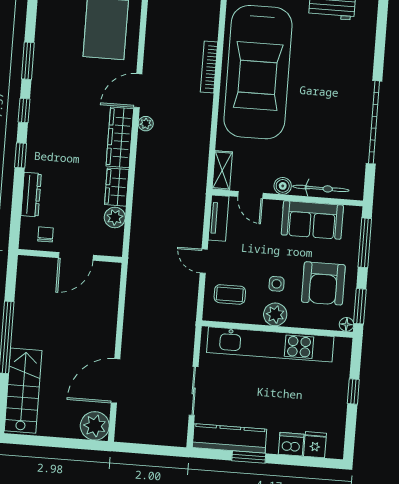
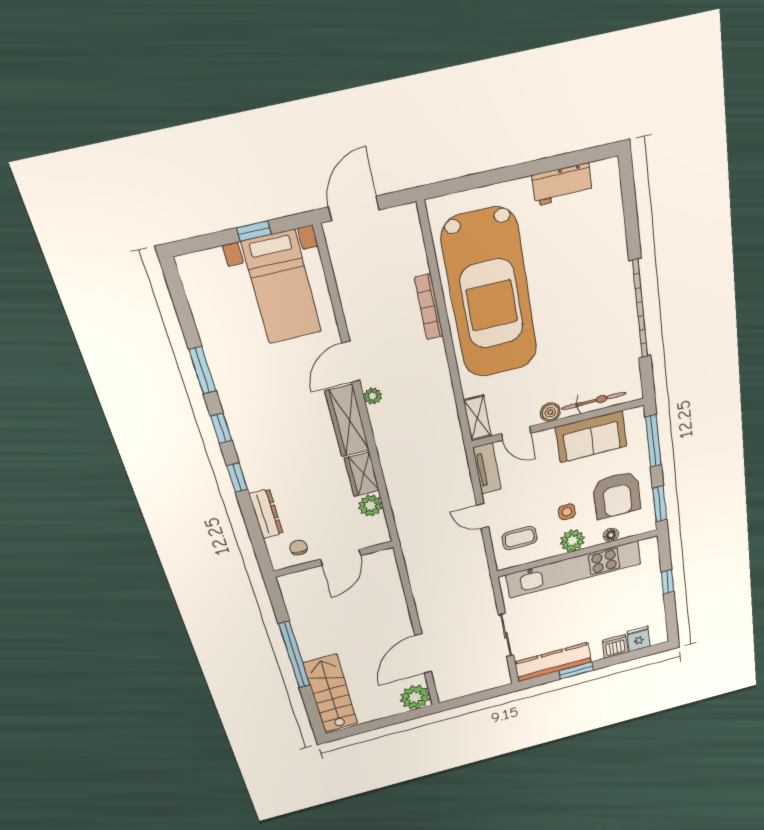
floor lamp: (346, 324) -> (611, 535), moved

